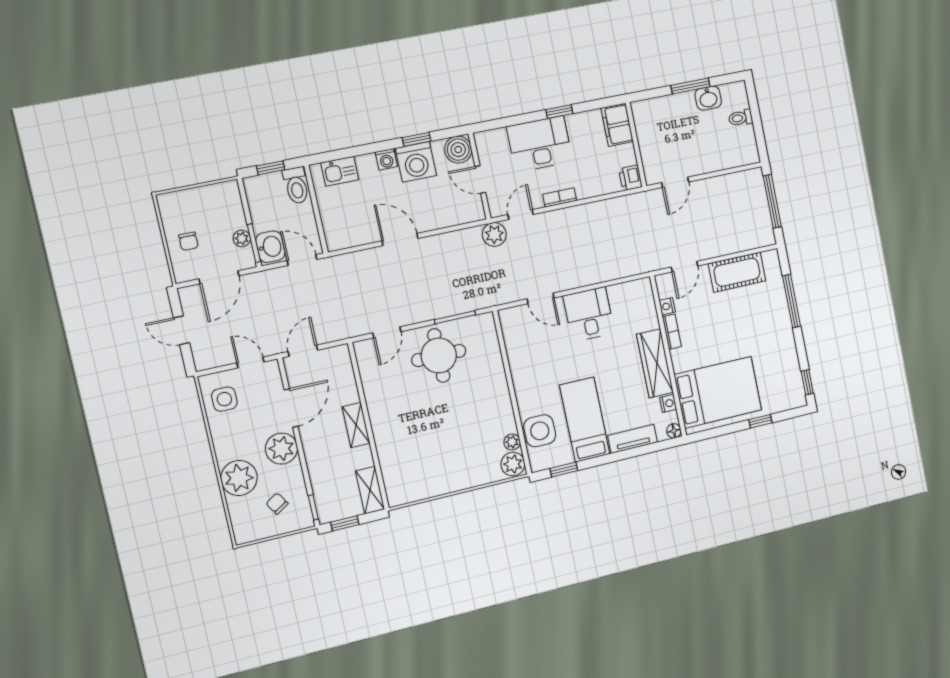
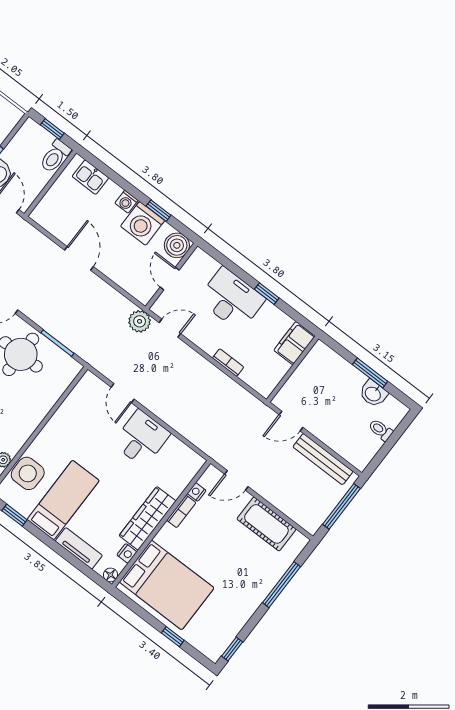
printer: (630, 178) -> (265, 385), removed
bench: (725, 183) -> (323, 459), added
bookcase: (560, 197) -> (228, 363), moved

